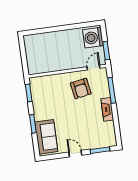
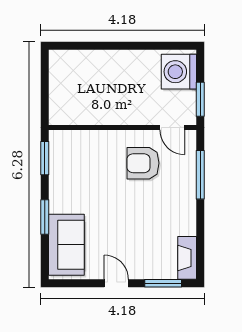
door: (94, 67) -> (172, 127), swing flipped
armchair: (81, 88) -> (143, 163), turned 100
fireplace: (107, 109) -> (187, 258), moved

